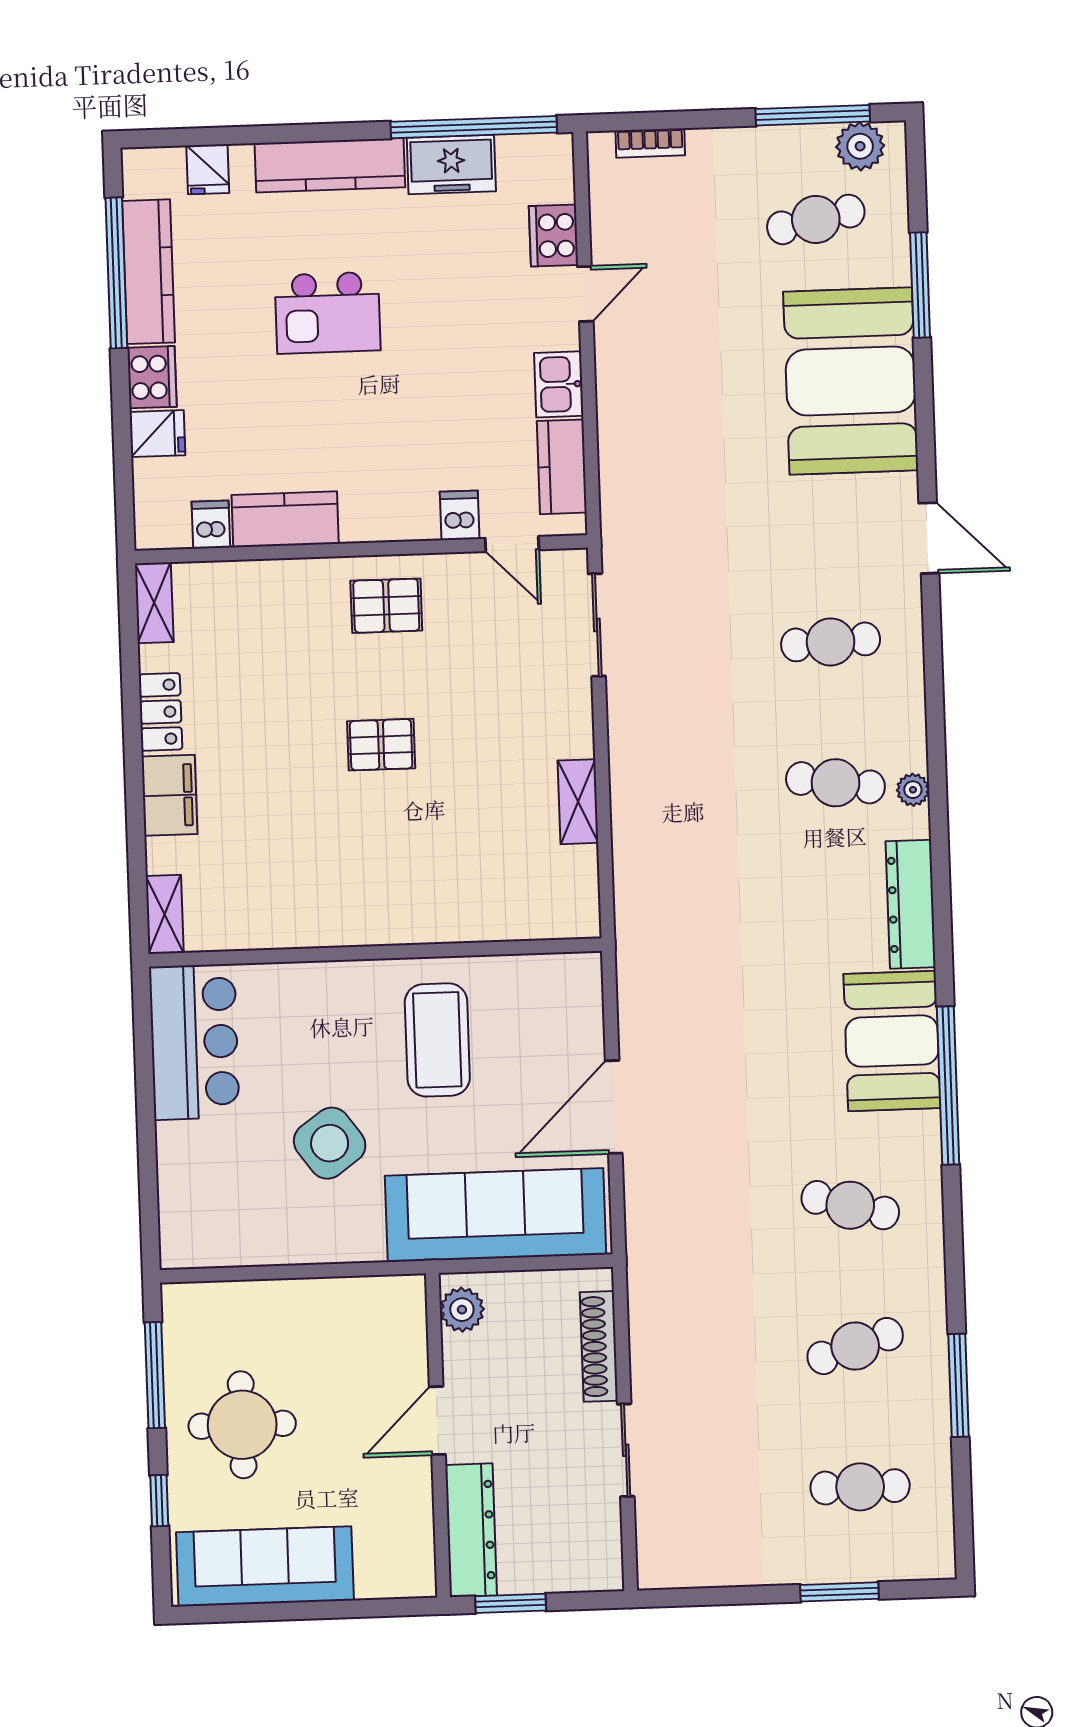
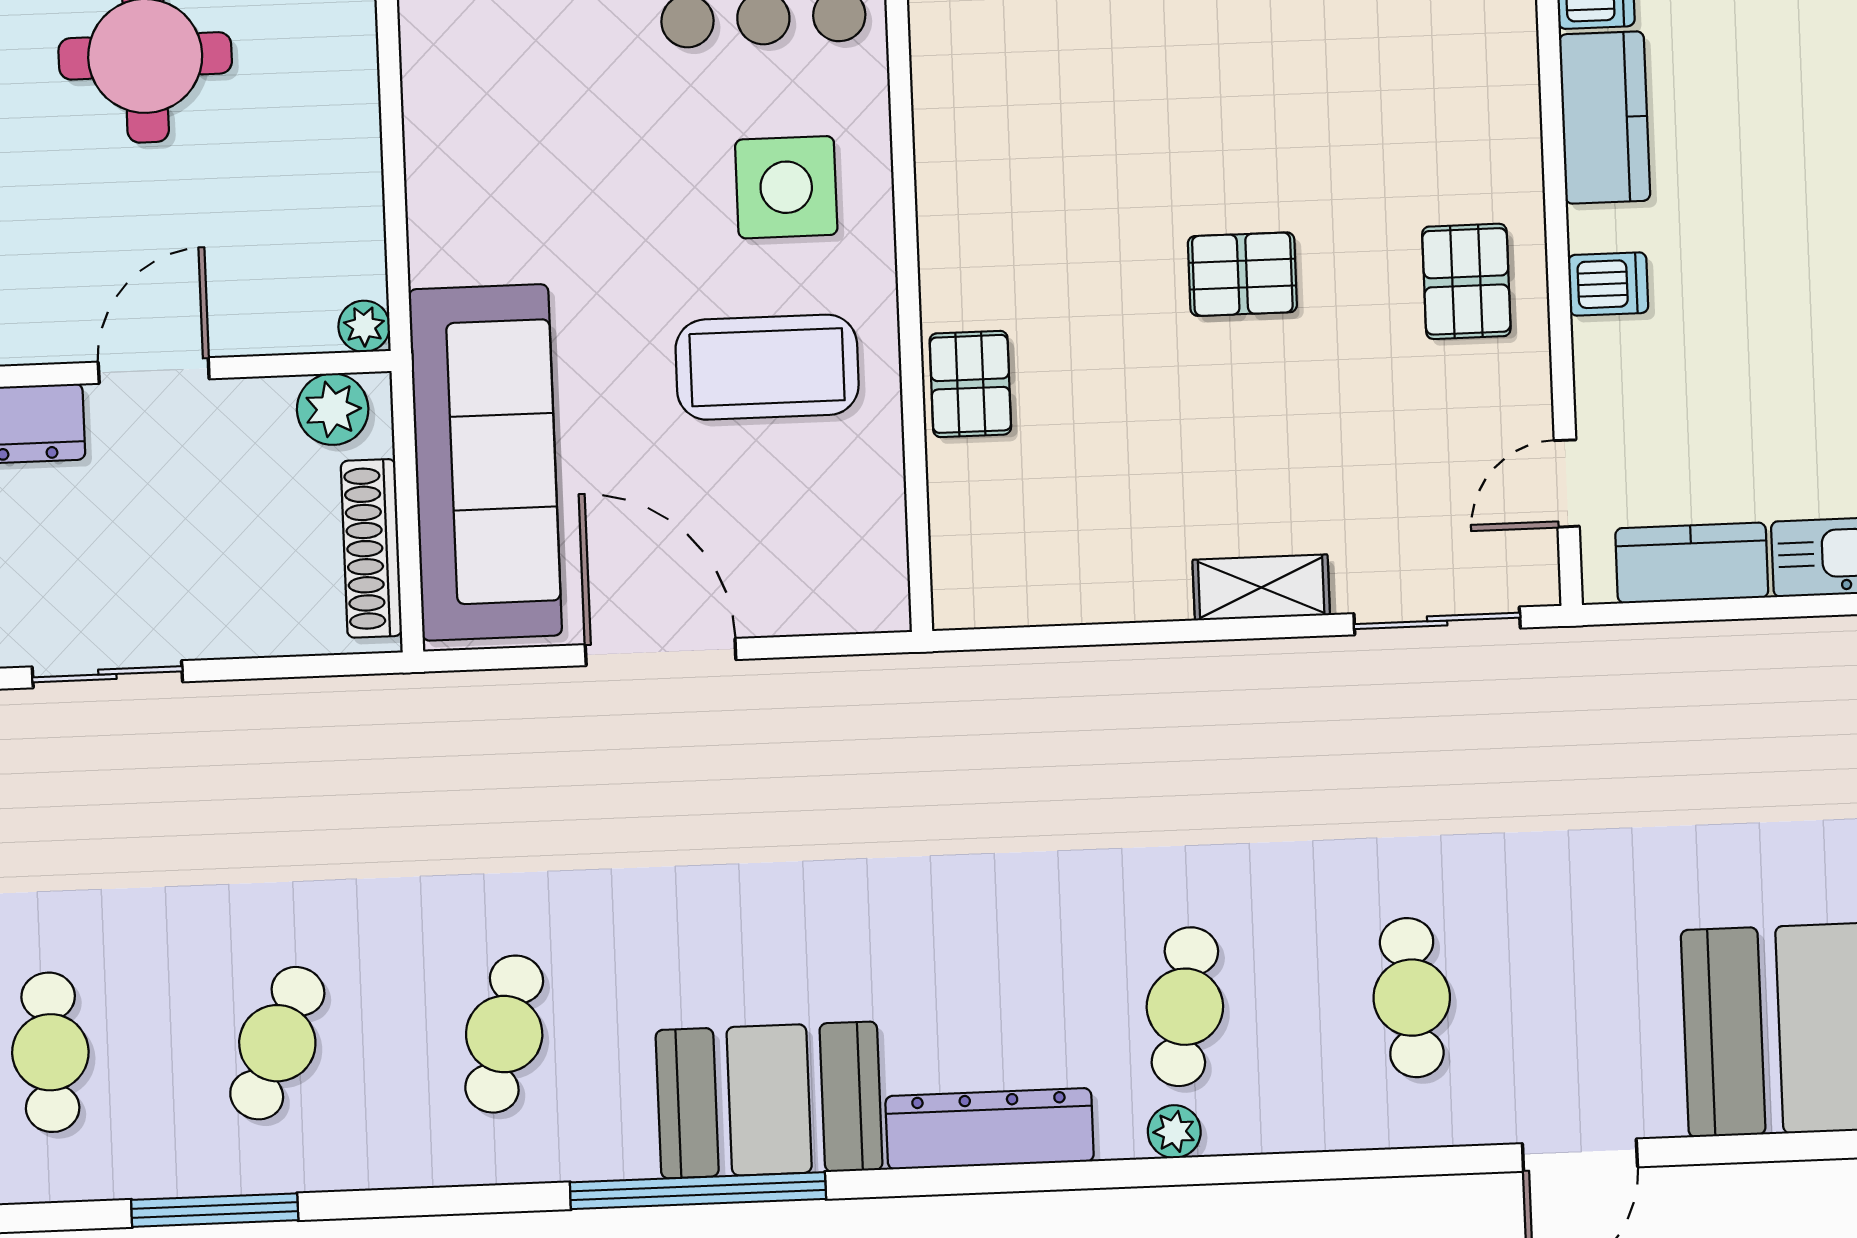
dishwasher: (460, 515) -> (1608, 284), moved
pallet: (381, 745) -> (1242, 274), turned 90
shelving: (578, 802) -> (1261, 587), moved
pallet: (448, 914) -> (970, 384), added
side table: (330, 1143) -> (786, 187), moved, turned 36
plant: (411, 1290) -> (364, 326), added
shoe rack: (599, 1346) -> (371, 548), moved, turned -90
cafe table: (855, 1346) -> (277, 1043), turned 42
door: (437, 1421) -> (154, 371), hinge flipped

